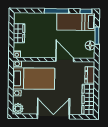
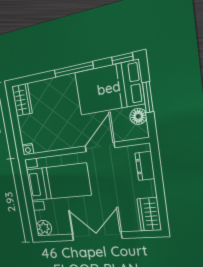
bed: (76, 22) -> (109, 88), width x1.50
wardrobe: (19, 33) -> (22, 100), moved
door: (65, 60) -> (100, 147), hinge flipped
wardrobe: (88, 100) -> (149, 214), width x0.67

